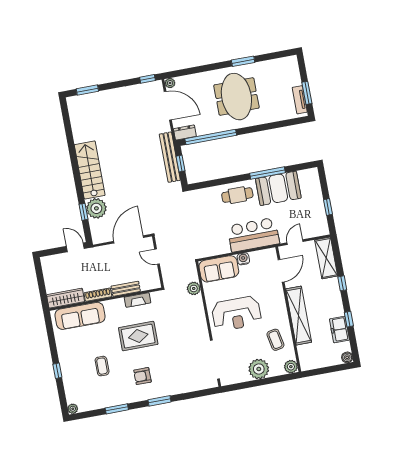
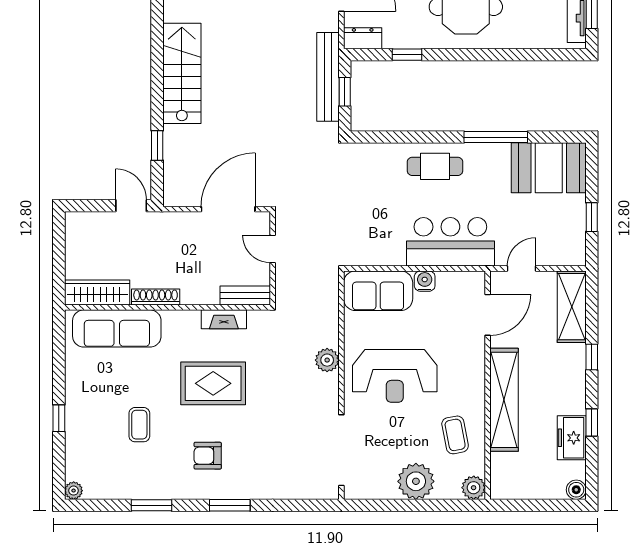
window: (211, 137) -> (407, 55), width x0.32
booth: (278, 188) -> (549, 168), moved
plant: (96, 208) -> (181, 144), removed
plant: (194, 288) -> (327, 360), moved
bench: (126, 289) -> (245, 296), moved

